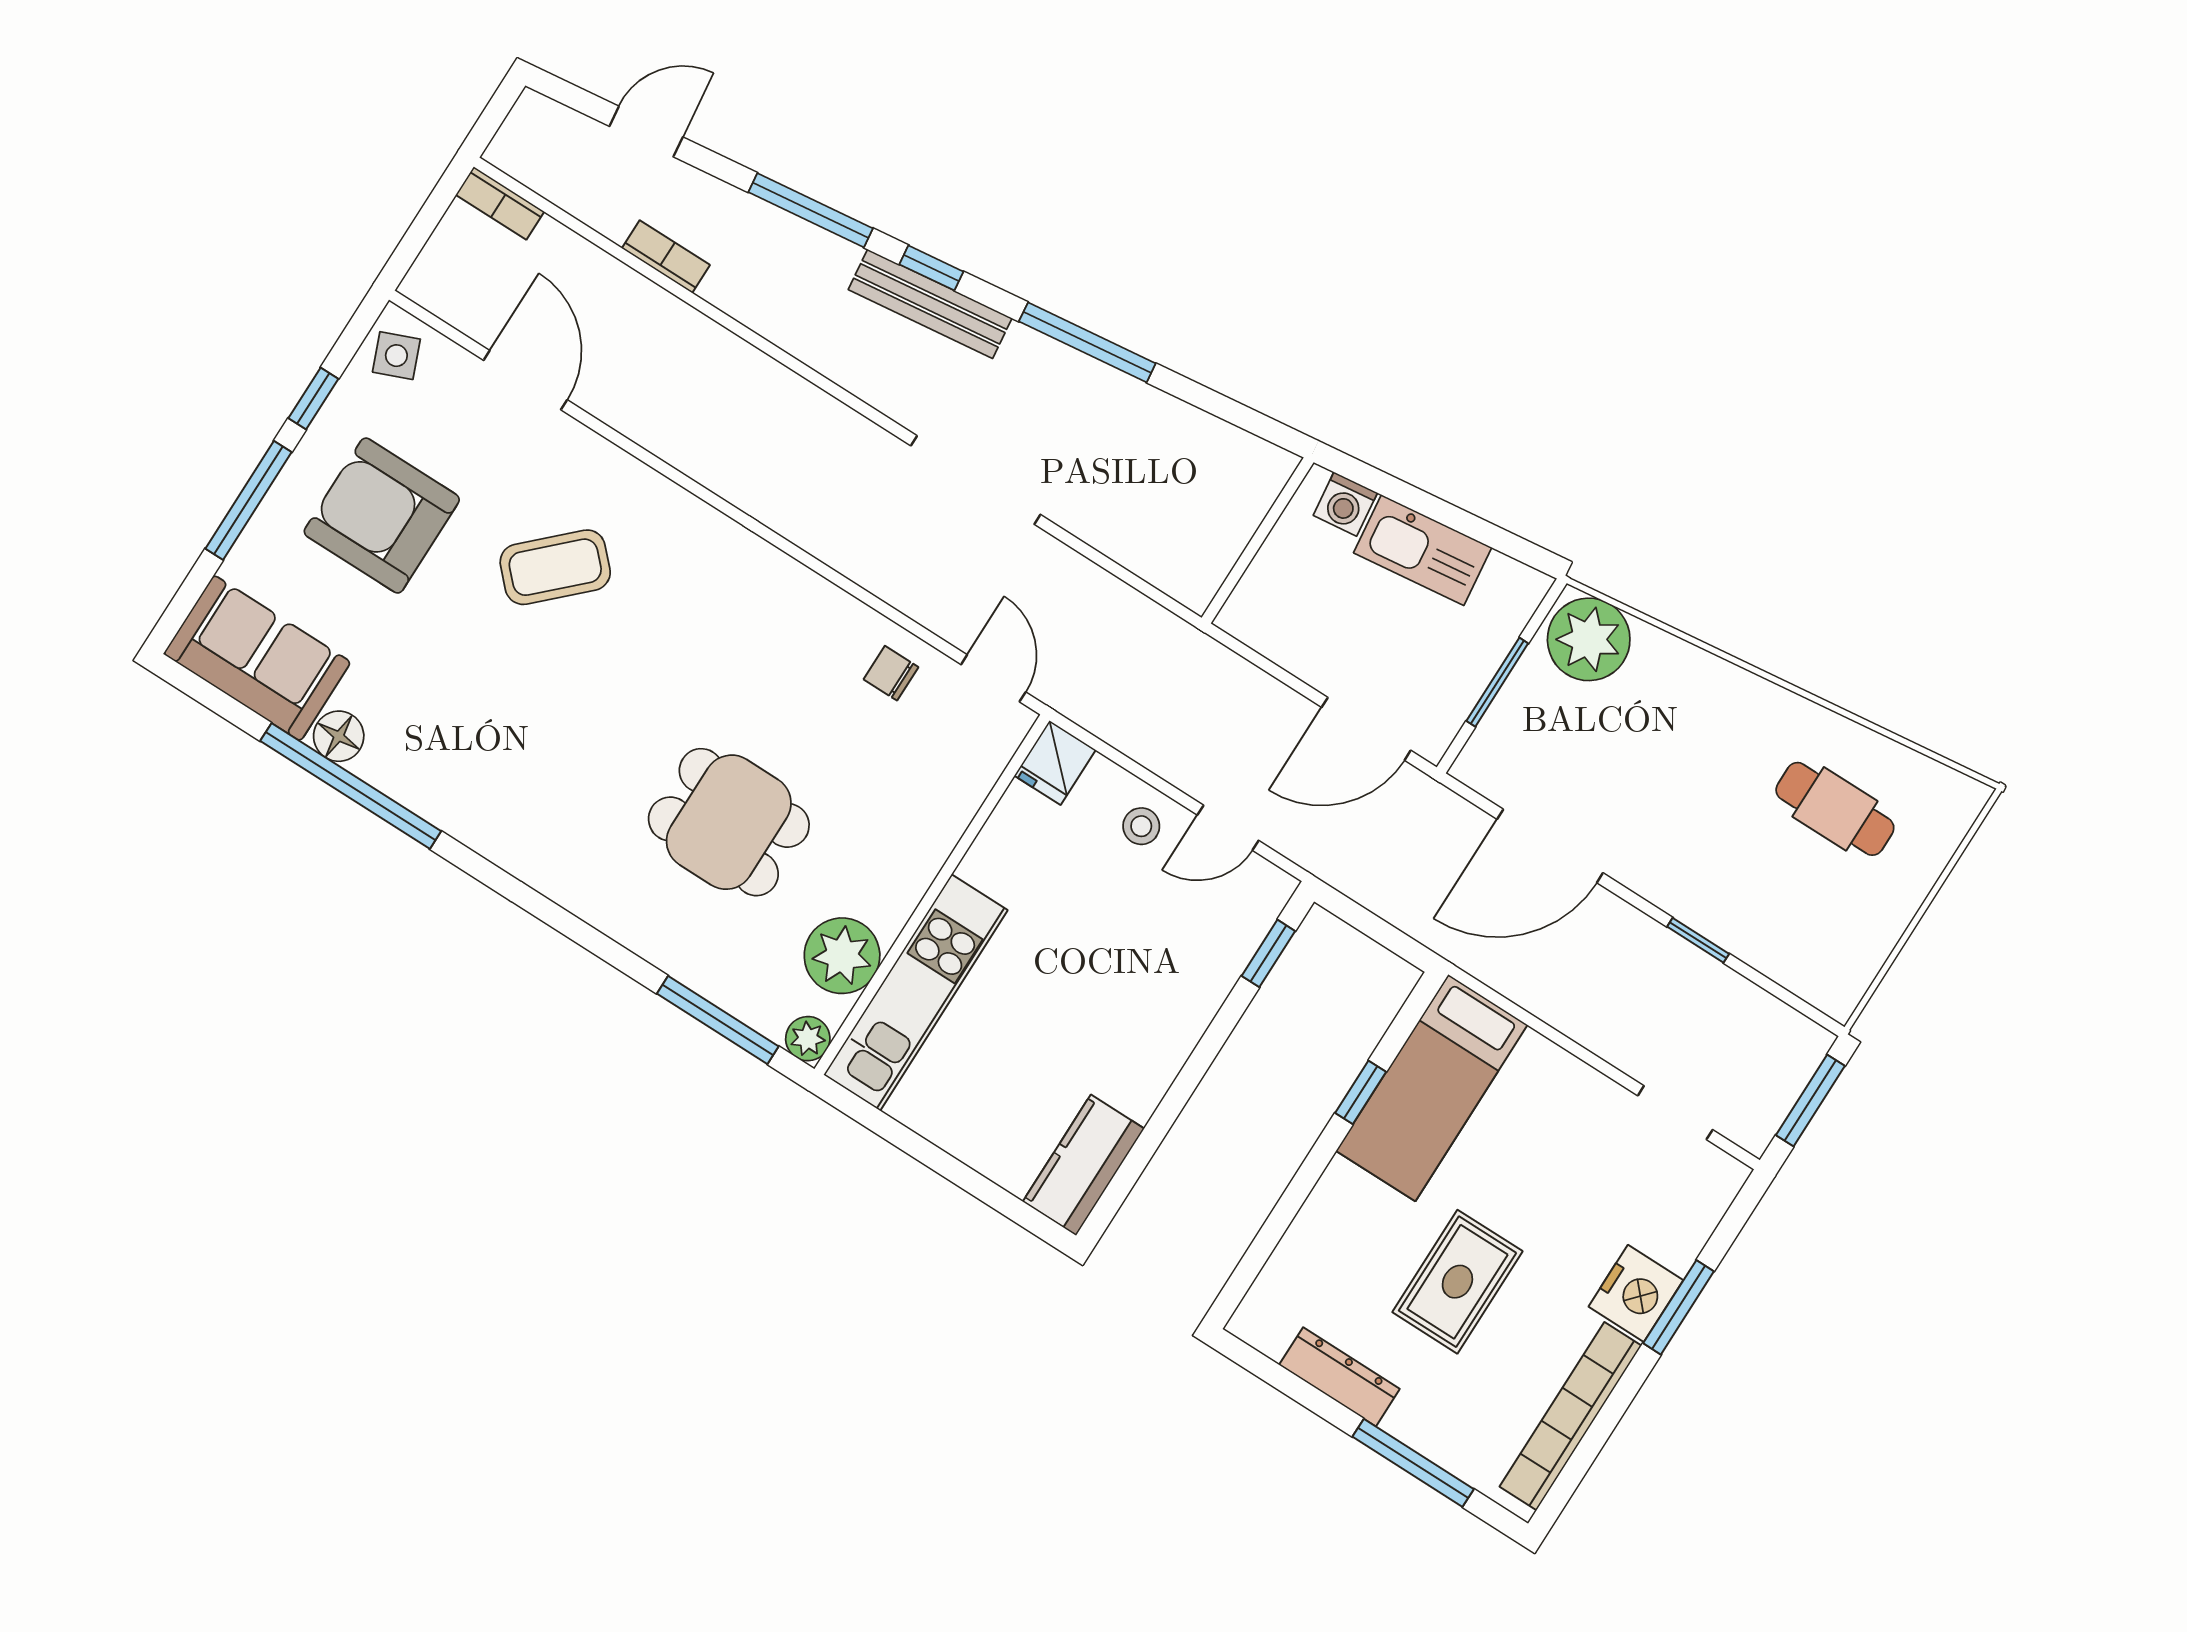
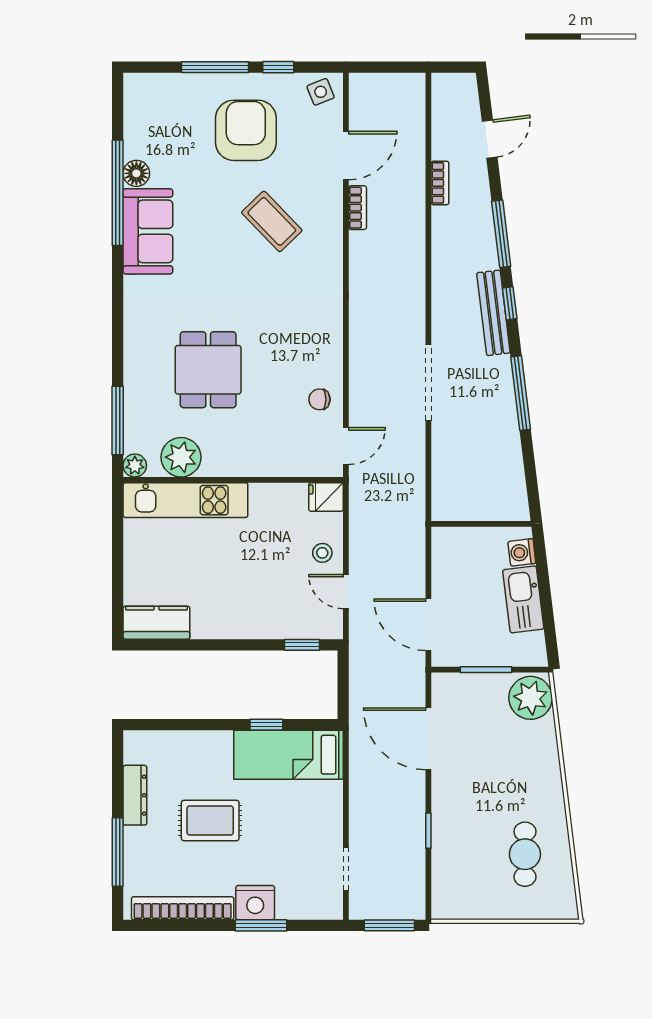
door: (646, 132) -> (490, 139), hinge flipped
bookcase: (500, 203) -> (358, 208), moved, turned 180
sofa: (257, 658) -> (148, 231), moved
chair: (891, 673) -> (319, 399), turned -90

